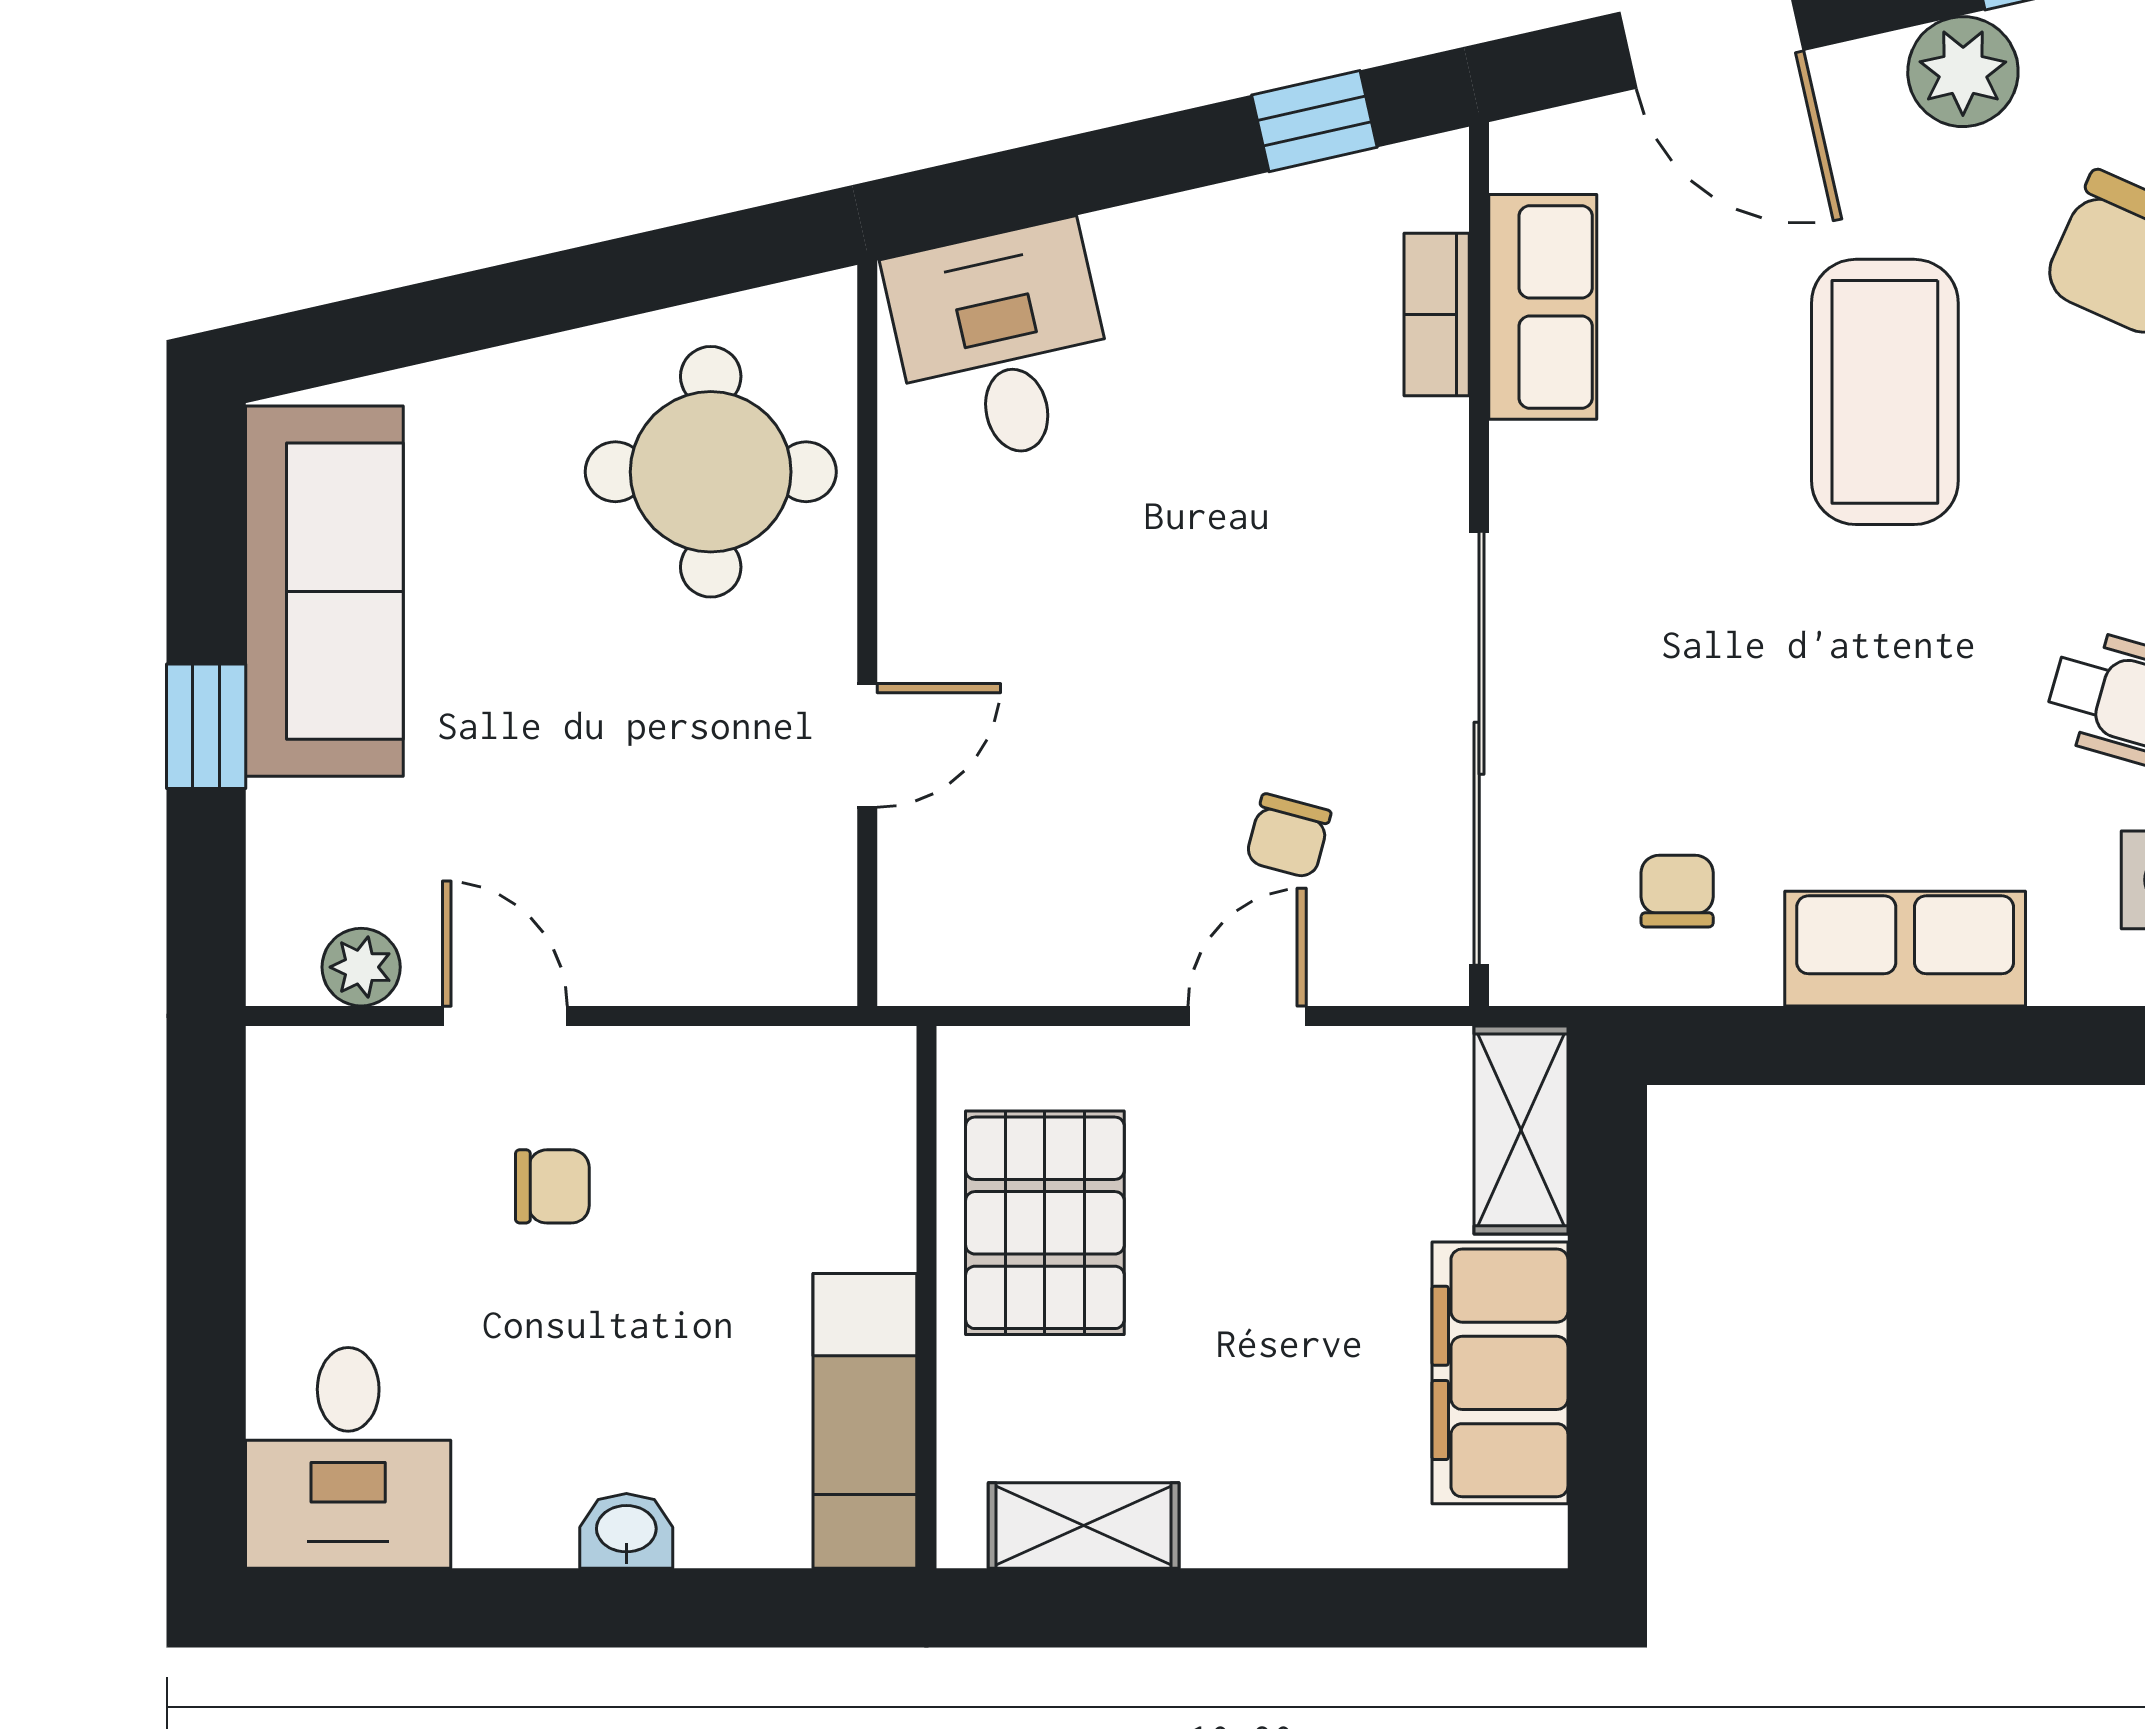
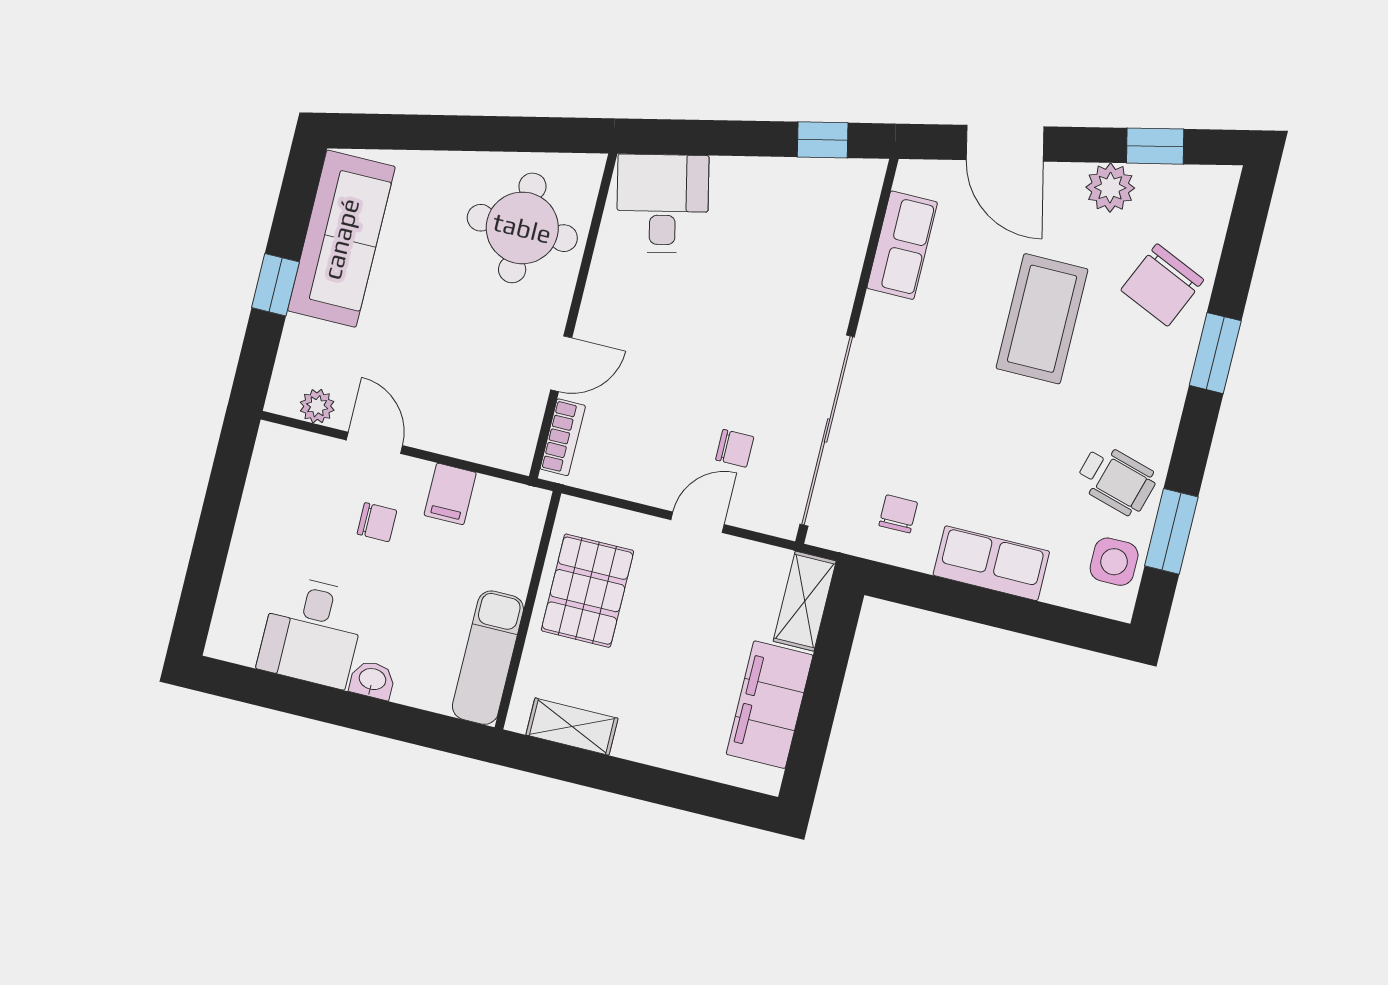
bookcase: (1437, 315) -> (563, 437), moved, turned 180
chair: (1288, 836) -> (735, 448), turned -105
filing cabinet: (696, 1086) -> (450, 494), added
desk: (348, 1458) -> (312, 631), moved

